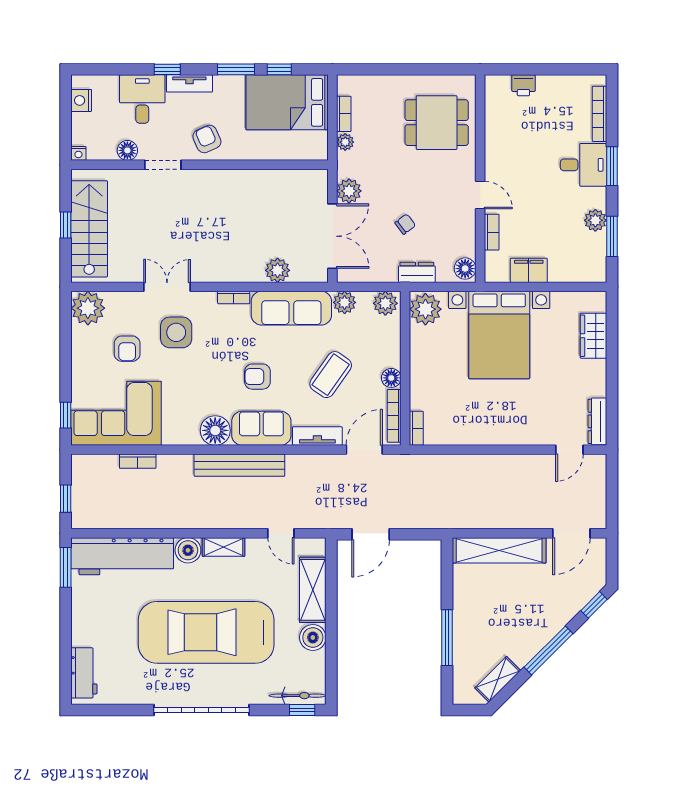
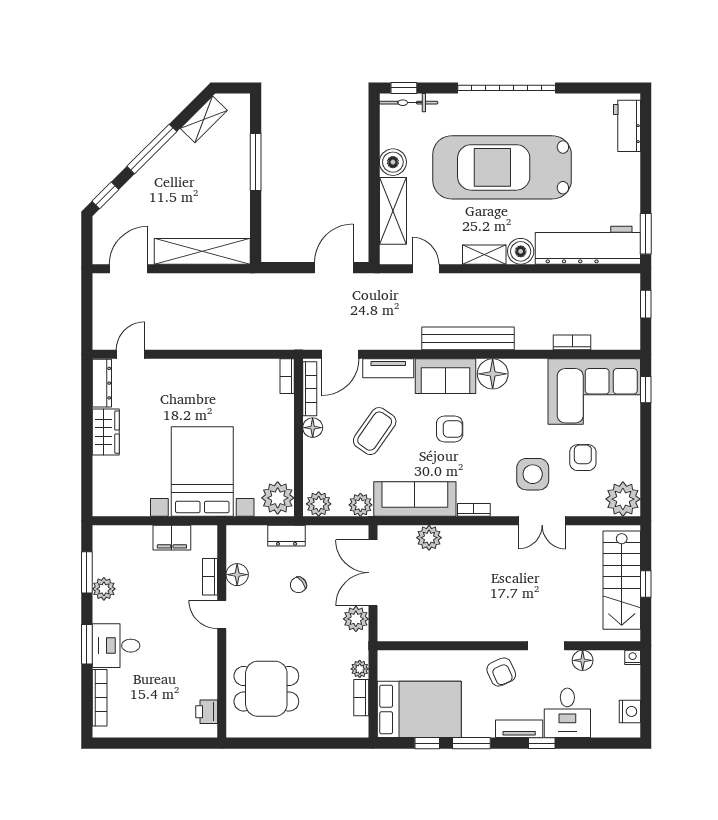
printer: (523, 85) -> (207, 712), moved, turned -90
floor lamp: (465, 269) -> (237, 575), moved
wardrobe: (593, 336) -> (106, 432), moved
car: (206, 632) -> (502, 167), turned 180

